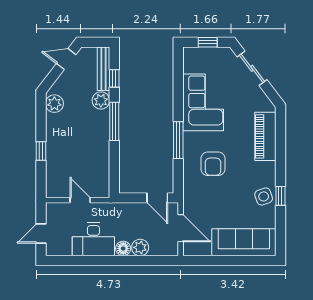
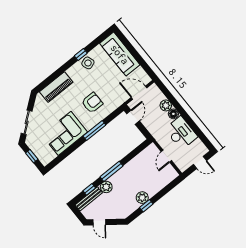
plant: (54, 104) -> (142, 198), moved
window: (41, 151) -> (146, 206), moved
door: (181, 228) -> (139, 93), hinge flipped

